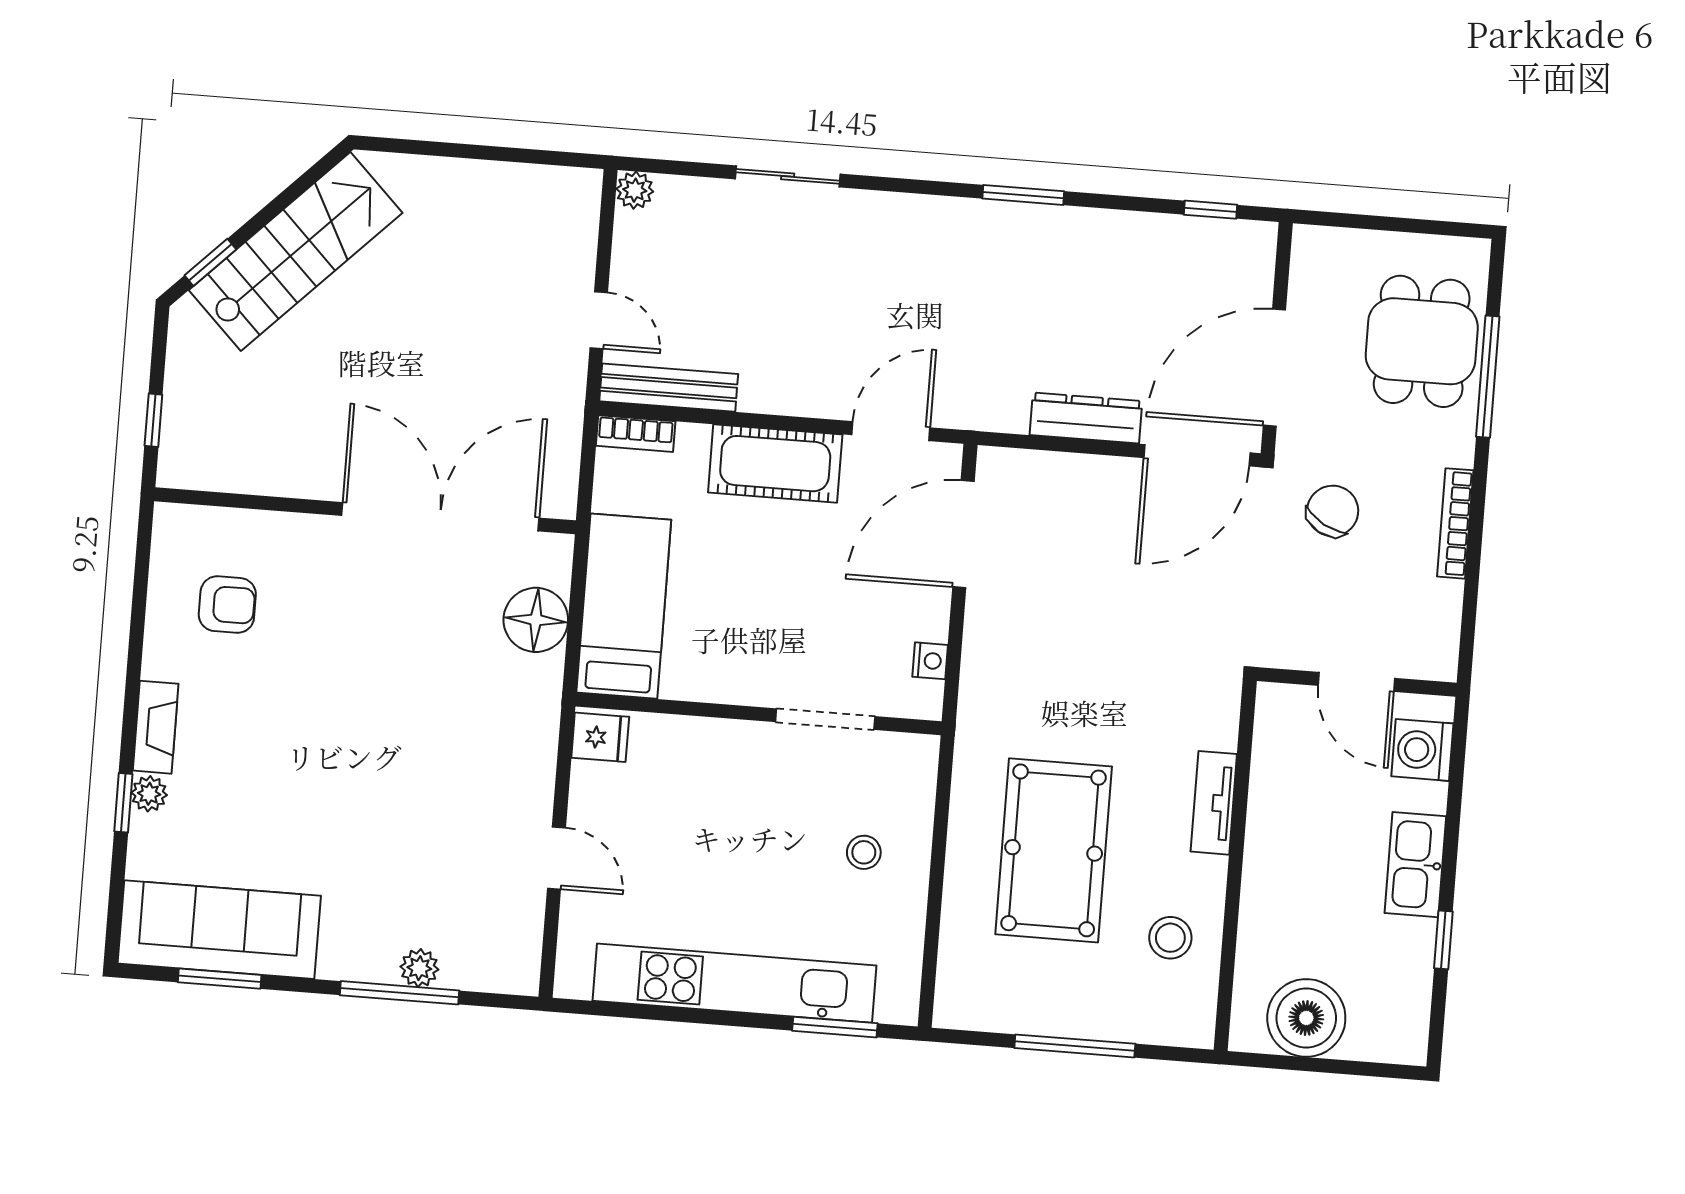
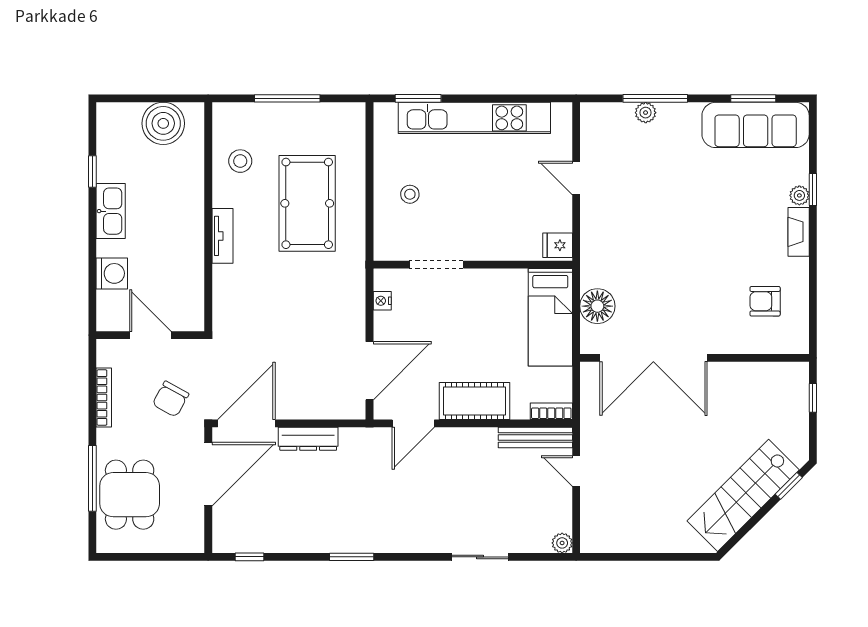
door: (1356, 682) -> (150, 335), moved
wall: (1357, 682) -> (150, 335), moved

